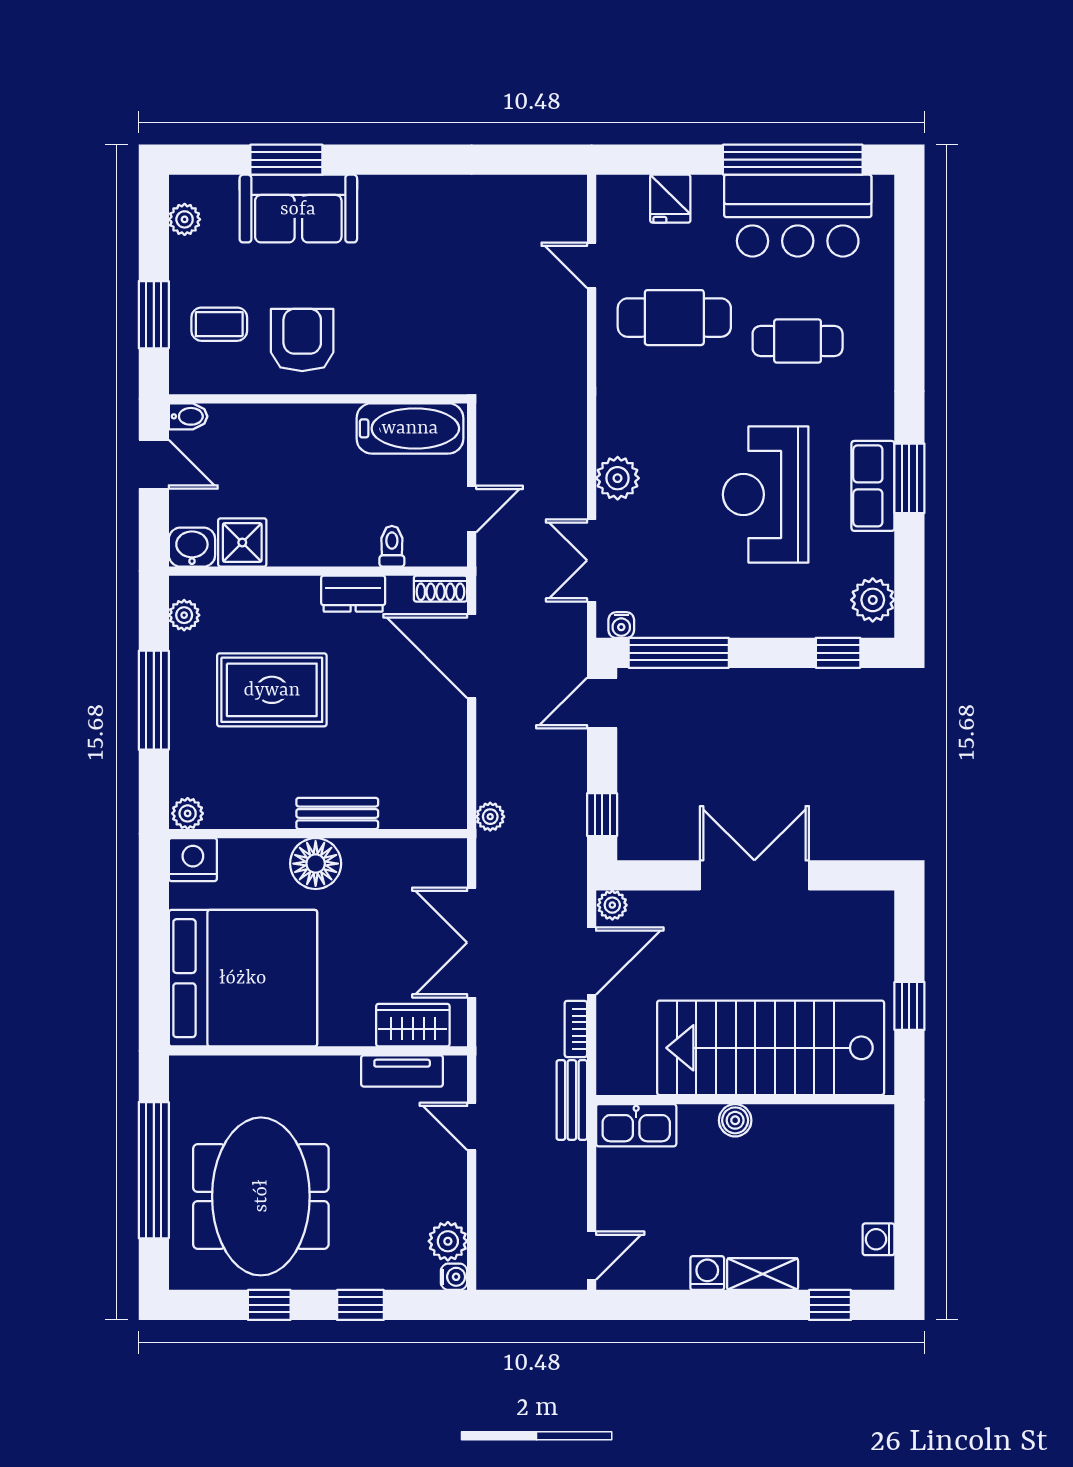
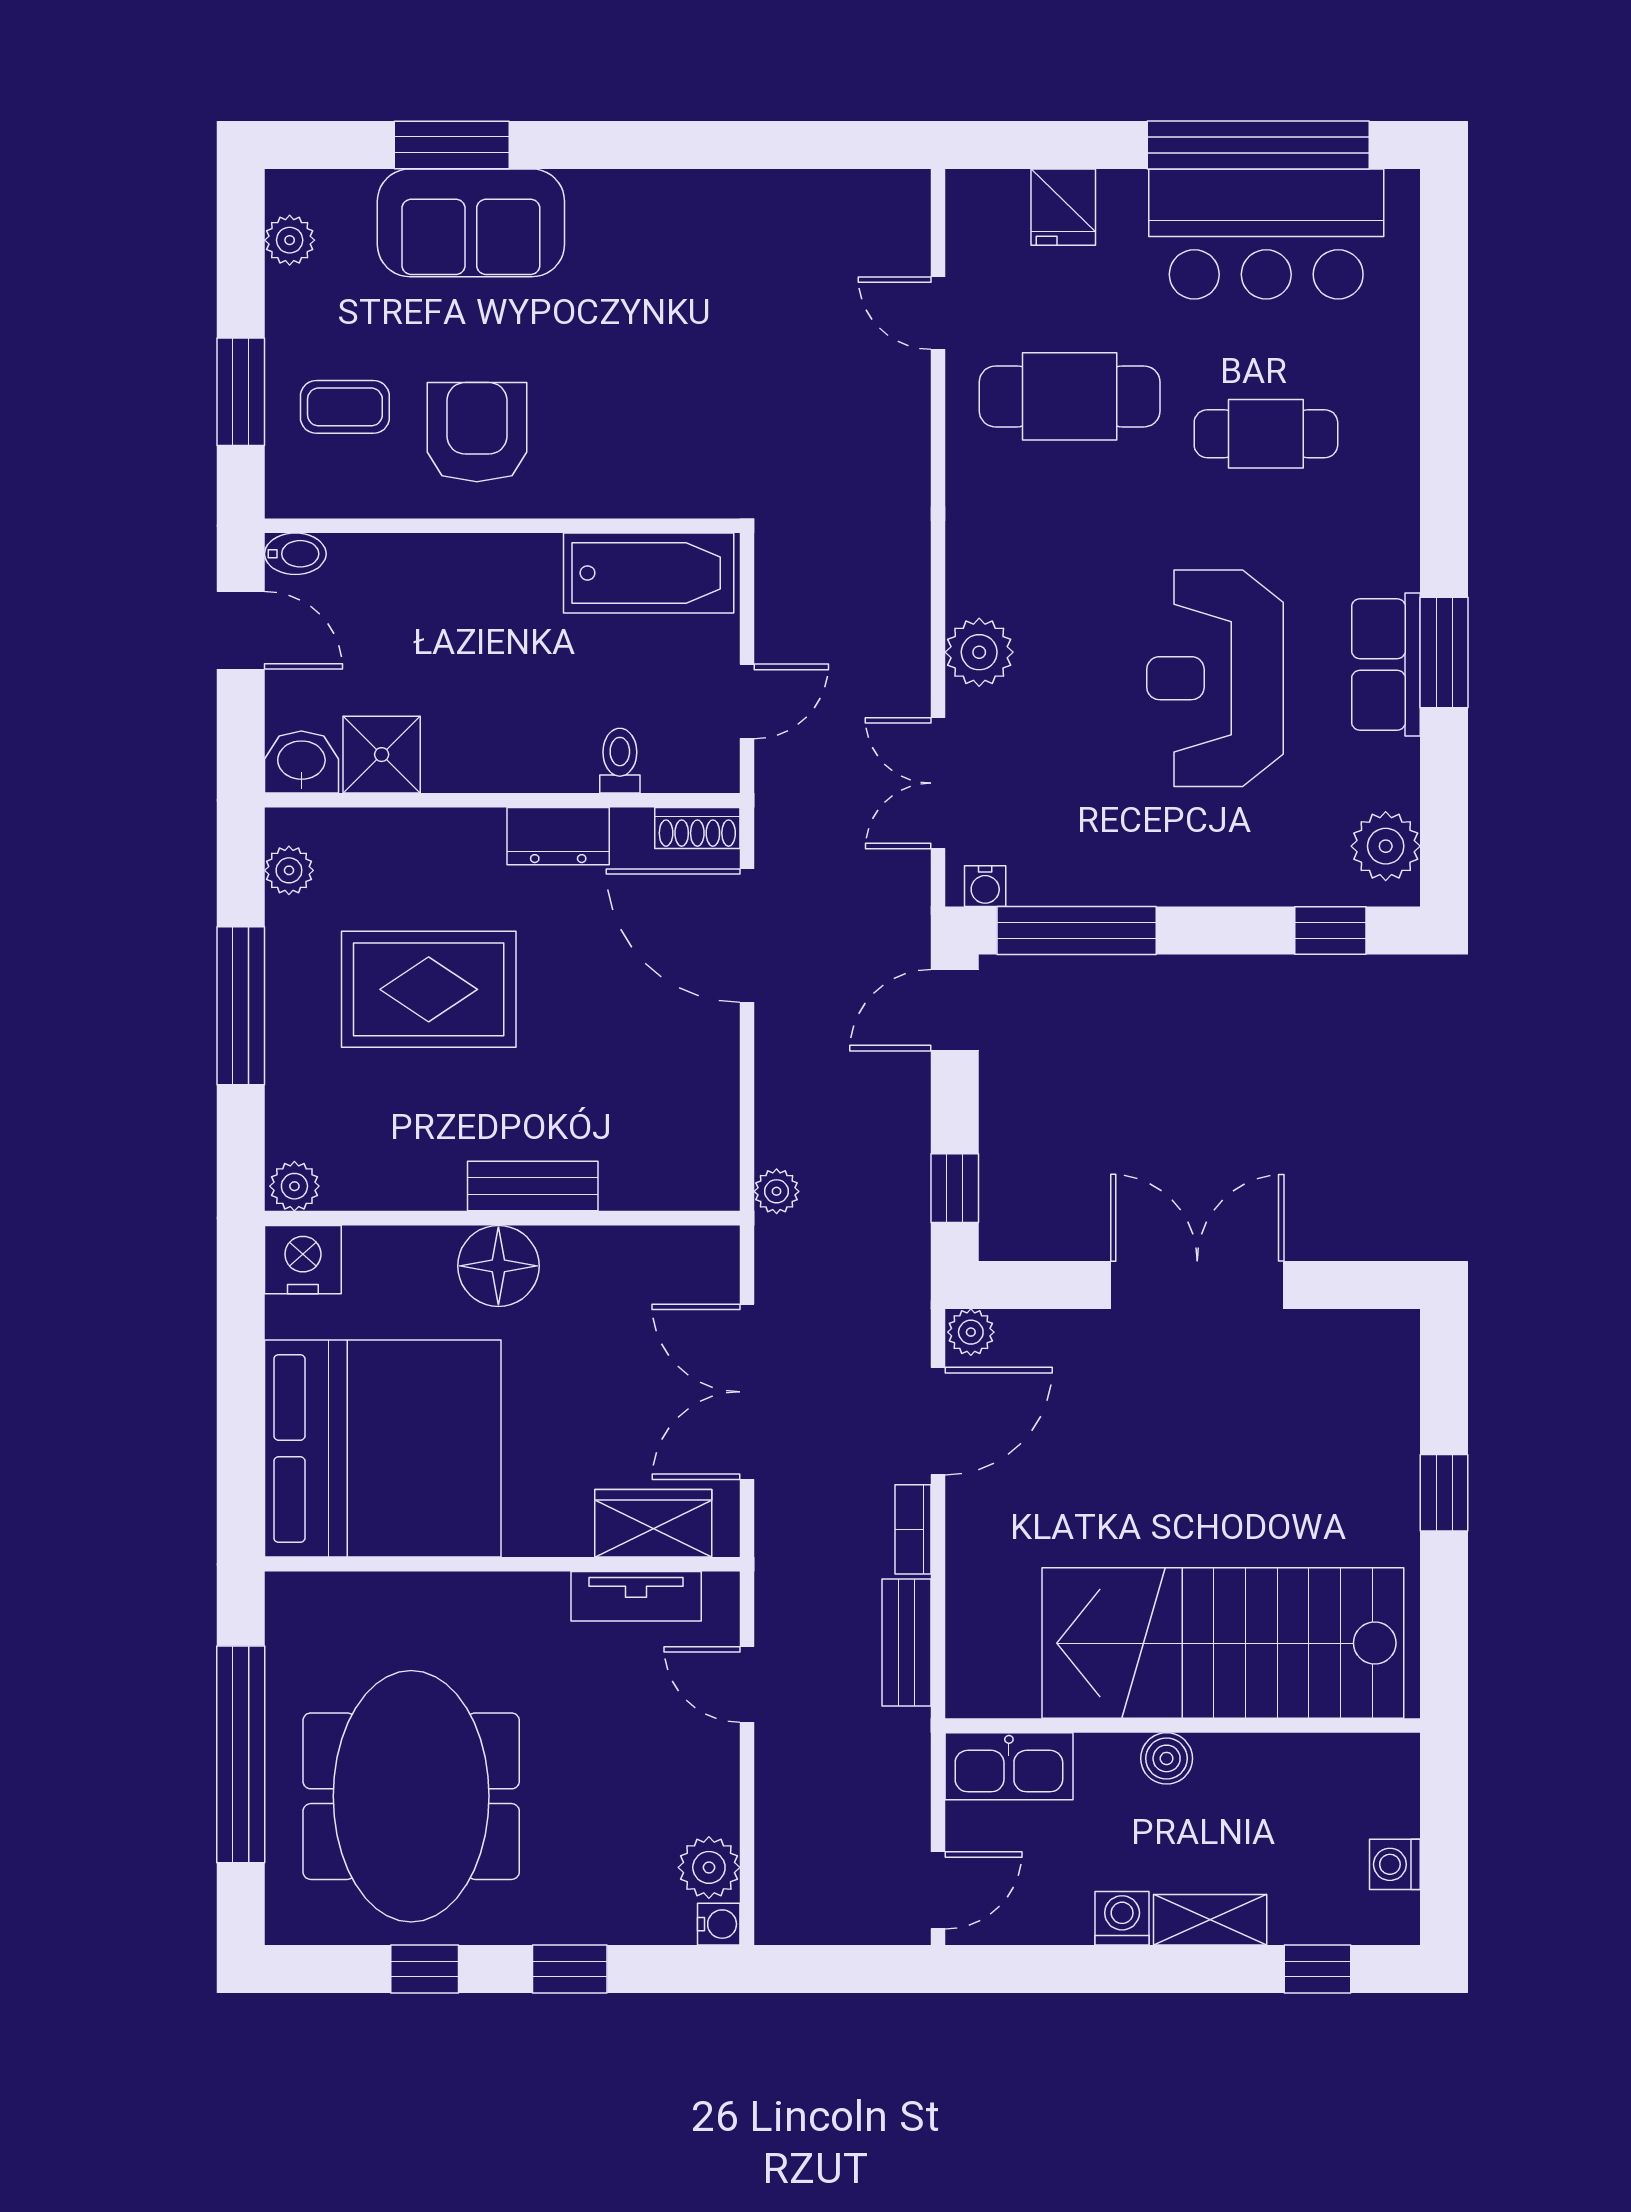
stairs: (771, 1048) -> (1223, 1643), moved
wall: (745, 1100) -> (1183, 1725), moved
boiler: (735, 1120) -> (1167, 1758), moved
kitchen sink: (636, 1125) -> (1009, 1766), moved

